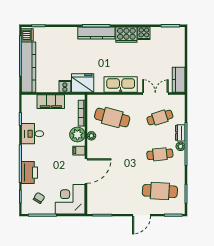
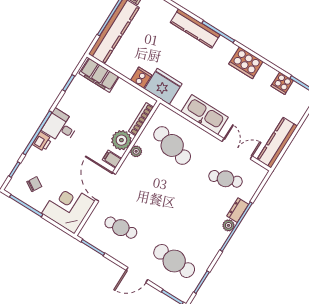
kitchen counter: (96, 33) -> (195, 29), moved
cooker: (144, 33) -> (282, 83), moved
kitchen counter: (179, 80) -> (277, 143), width x1.50
filing cabinet: (51, 102) -> (99, 75), moved
desk: (33, 134) -> (60, 127), moved
cafe table: (160, 154) -> (121, 228), moved
door: (86, 171) -> (106, 187), swing flipped
printer: (29, 173) -> (42, 142), width x0.53, depth x0.68

